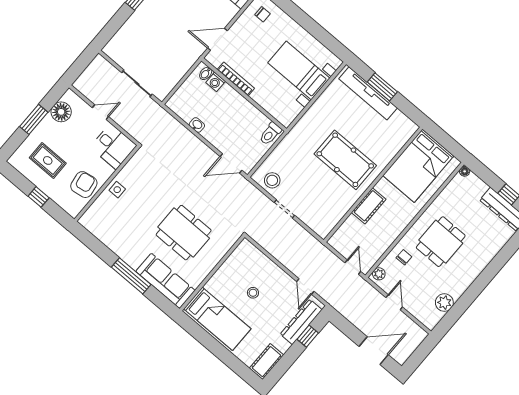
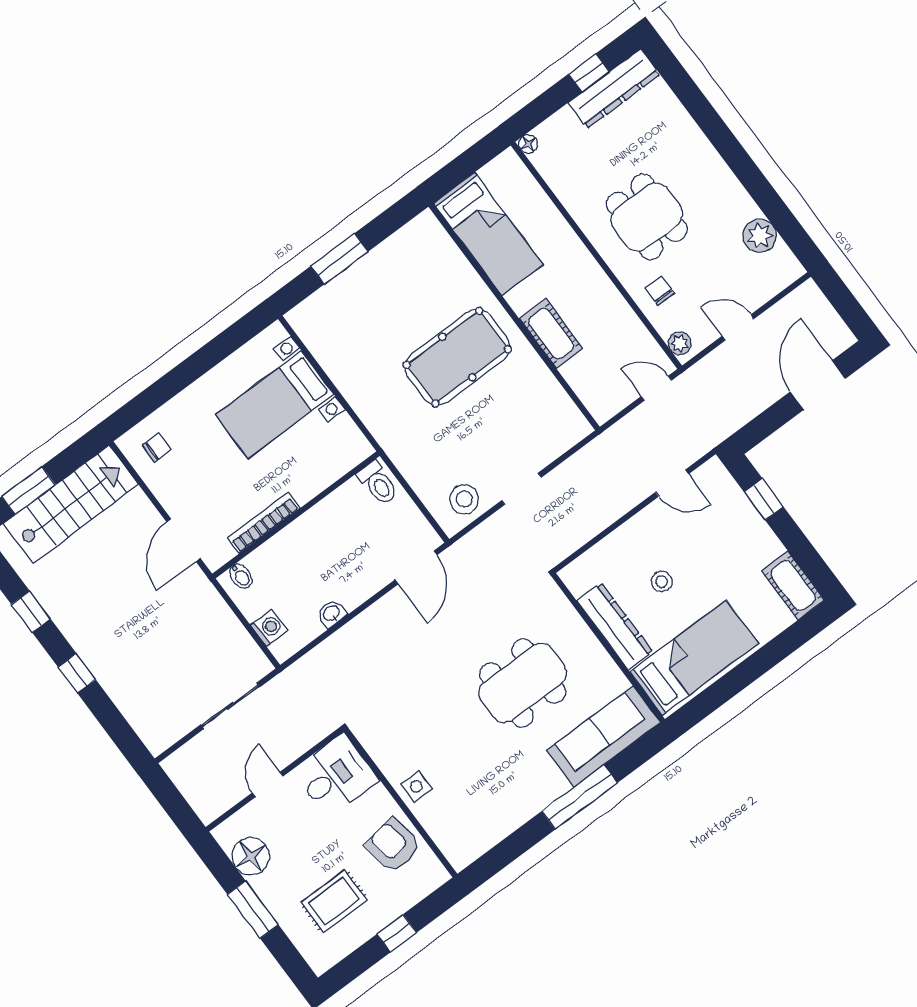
washing machine: (216, 82) -> (269, 628), moved, turned -90
tv unit: (368, 93) -> (345, 288), removed
bed: (418, 166) -> (488, 234), width x0.67
dresser: (301, 322) -> (615, 626), moved, turned 180

